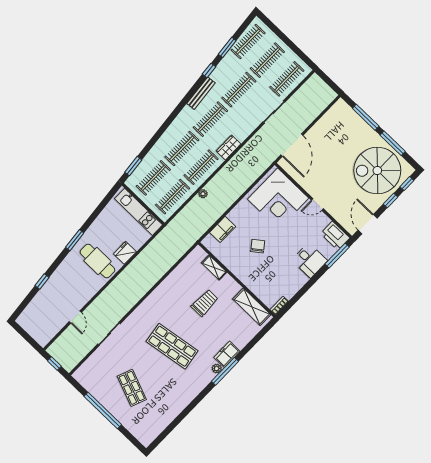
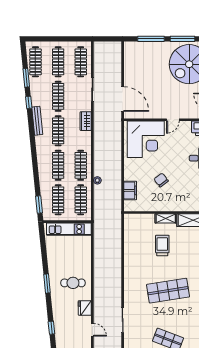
wardrobe: (229, 148) -> (86, 121), moved
fridge: (125, 253) -> (85, 308), moved
cafe table: (97, 261) -> (73, 283), width x0.73, depth x0.74
shelving: (214, 268) -> (166, 218), moved

